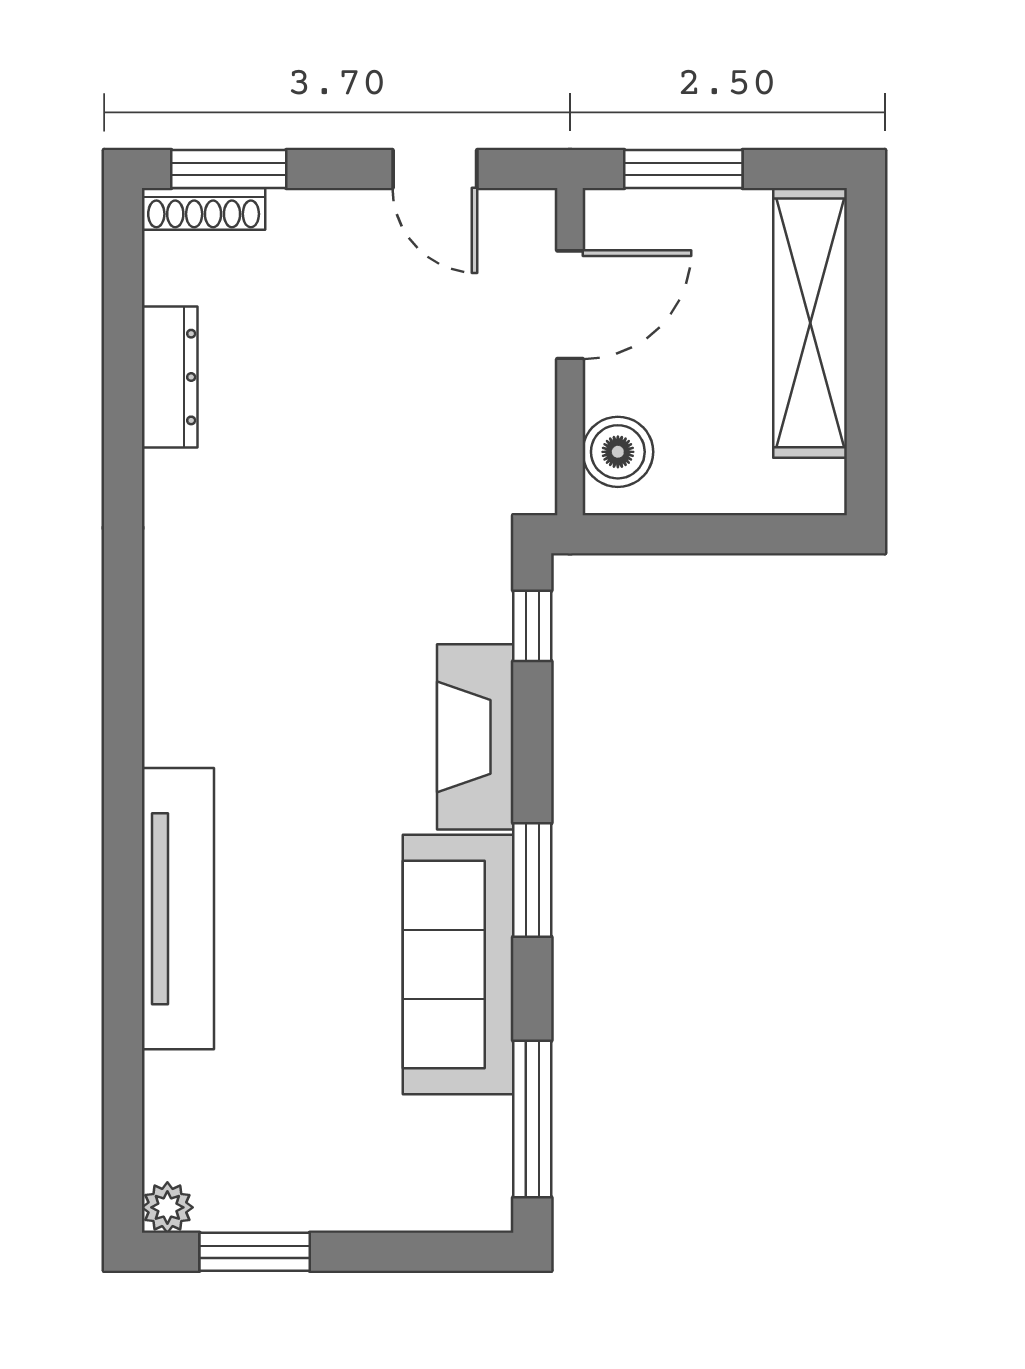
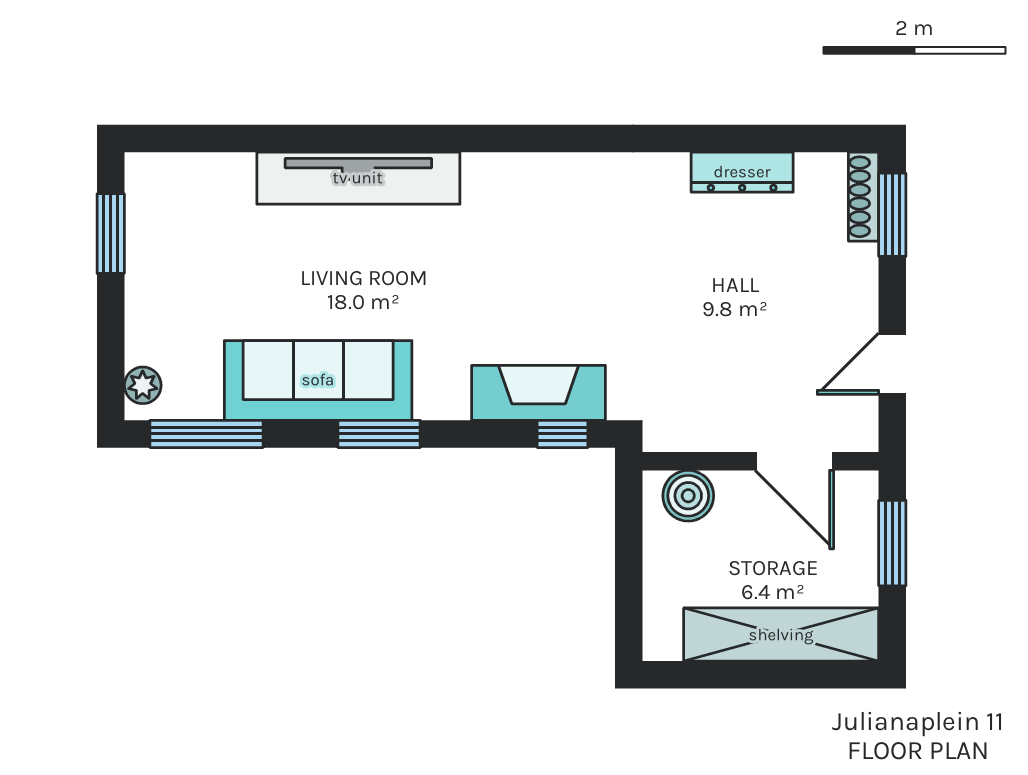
fireplace: (475, 737) -> (539, 393), moved
plant: (167, 1207) -> (143, 385), moved

